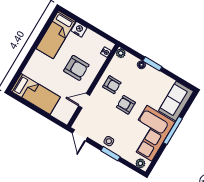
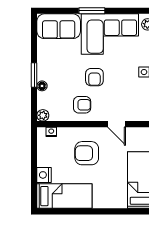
armchair: (76, 68) -> (87, 153), turned -90
armchair: (112, 85) -> (82, 105), turned 90
window: (173, 131) -> (92, 11), width x0.69

